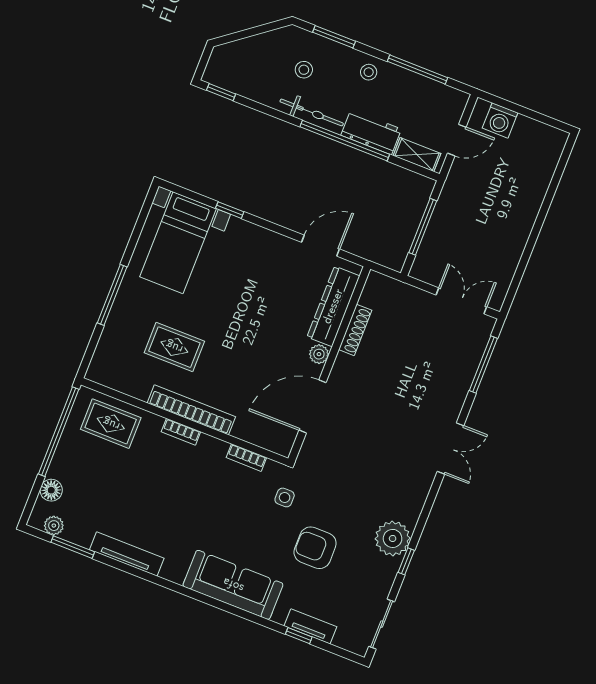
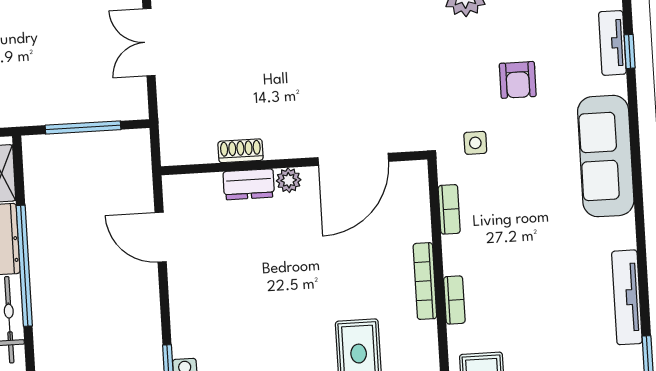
dresser: (333, 306) -> (249, 184), width x0.51, depth x0.80
shoe rack: (355, 330) -> (241, 151), width x0.70
door: (313, 406) -> (353, 159), hinge flipped
bookcase: (191, 410) -> (425, 281), width x0.68, depth x0.76
armchair: (315, 548) -> (518, 80), width x0.72, depth x0.72

